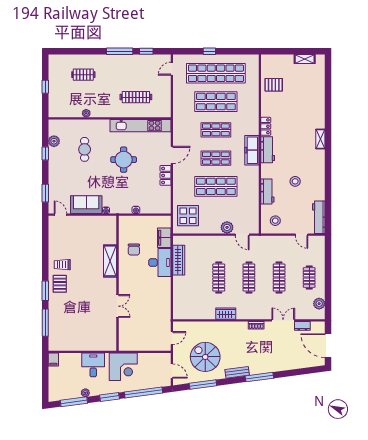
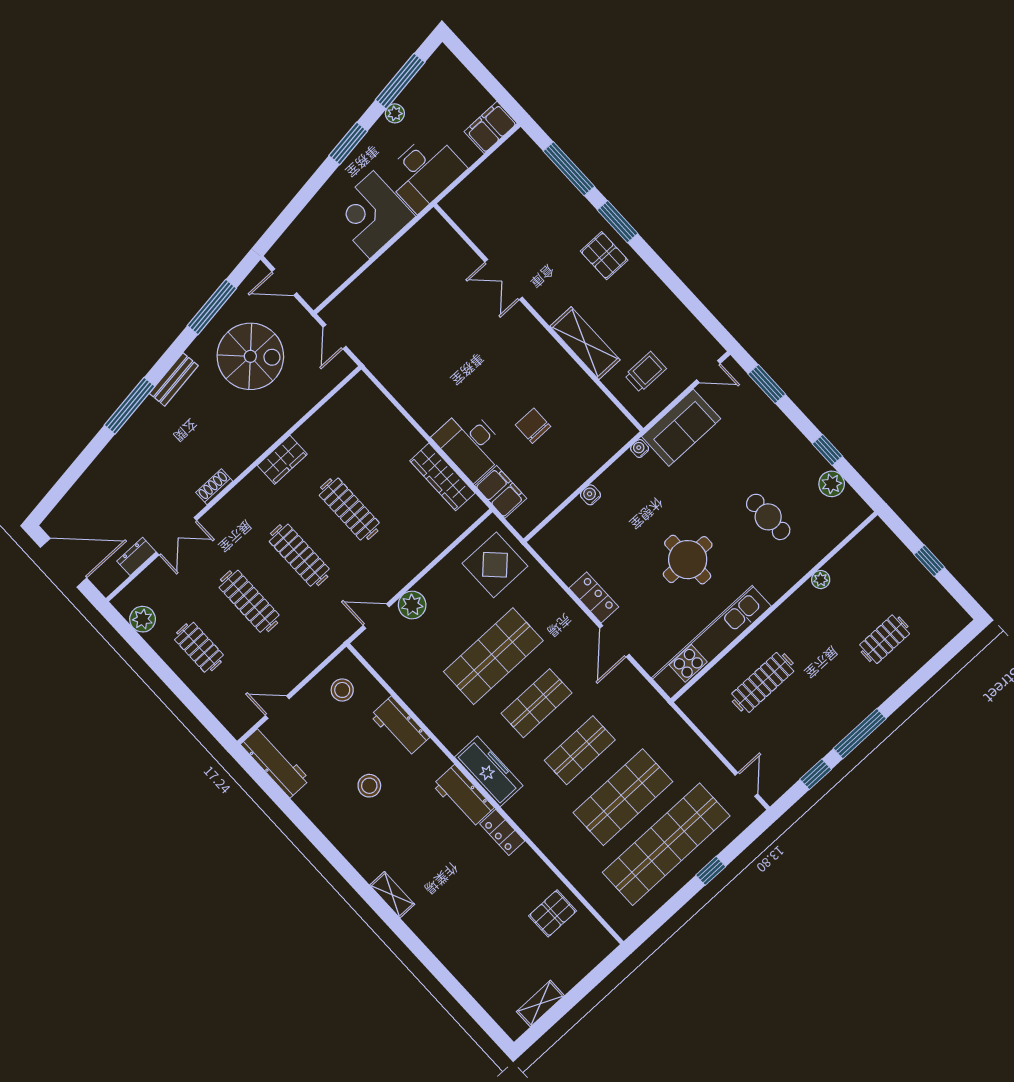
shelving: (110, 261) -> (585, 343), moved
trolley: (62, 265) -> (645, 372), moved
wall: (117, 283) -> (538, 317), moved
double door: (117, 306) -> (504, 280), moved
filing cabinet: (53, 360) -> (491, 127), width x2.00
desk: (93, 365) -> (424, 172), width x1.37
window: (144, 392) -> (299, 203), removed

